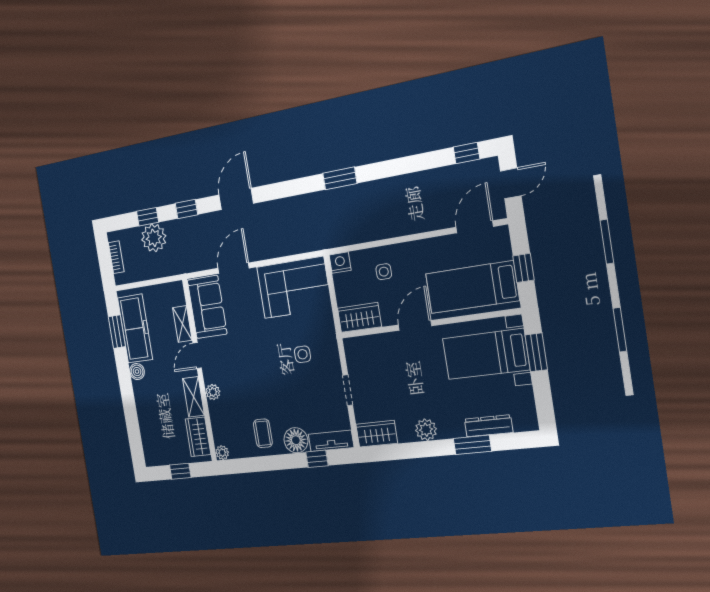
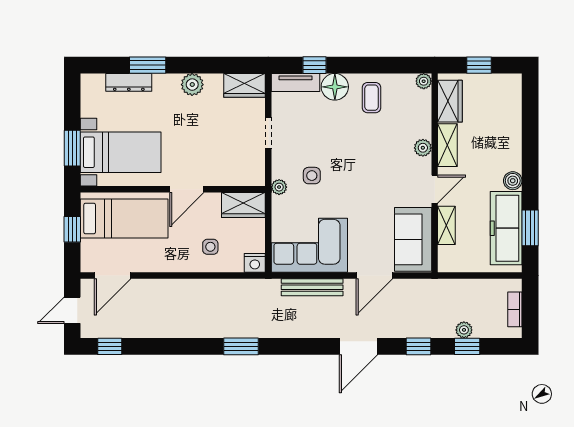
plant: (154, 238) -> (464, 330), width x0.53, depth x0.53
bench: (285, 248) -> (312, 287), added
plant: (330, 339) -> (279, 187), added

